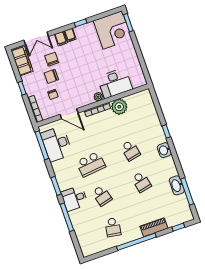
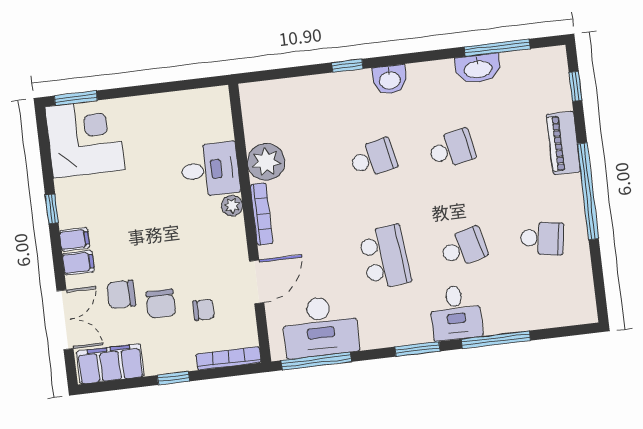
desk: (115, 83) -> (210, 170), width x0.73

